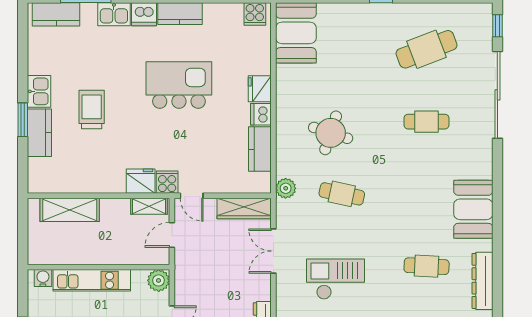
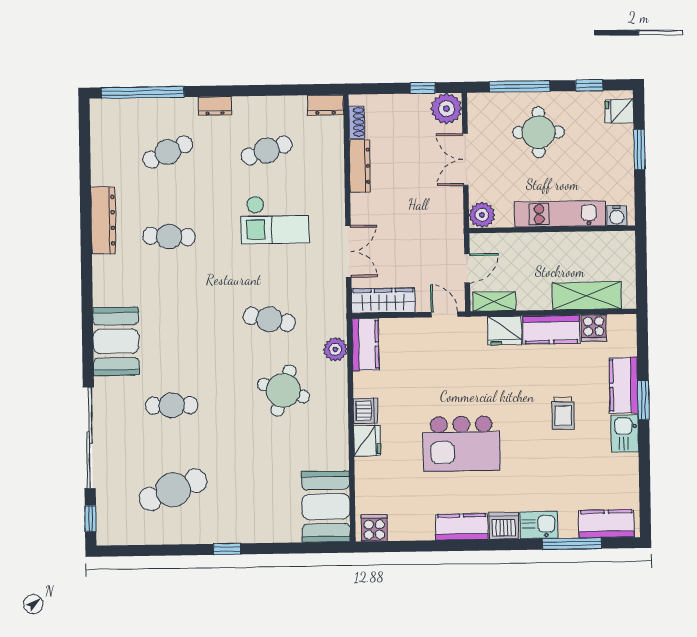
trolley: (92, 110) -> (563, 413), width x0.73, depth x0.72
kitchen counter: (260, 149) -> (365, 344), moved
kitchen counter: (101, 181) -> (551, 329), added
cooker: (167, 182) -> (594, 328), moved
plant: (286, 188) -> (335, 349), moved
booth: (473, 209) -> (116, 341), moved

